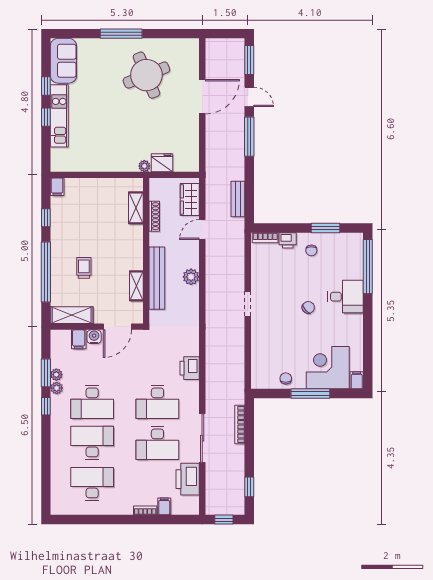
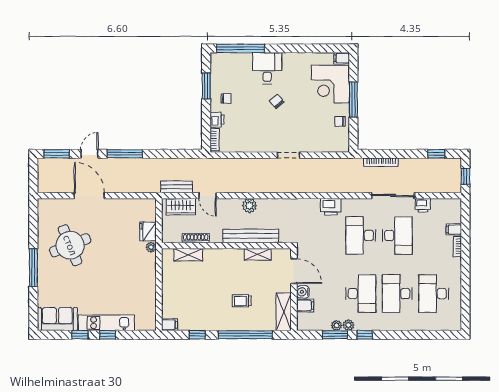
bench: (238, 199) -> (176, 187), moved
doorway: (248, 304) -> (288, 155), moved
desk: (157, 402) -> (361, 235), turned 180
printer: (188, 479) -> (423, 205), width x0.53, depth x0.68

